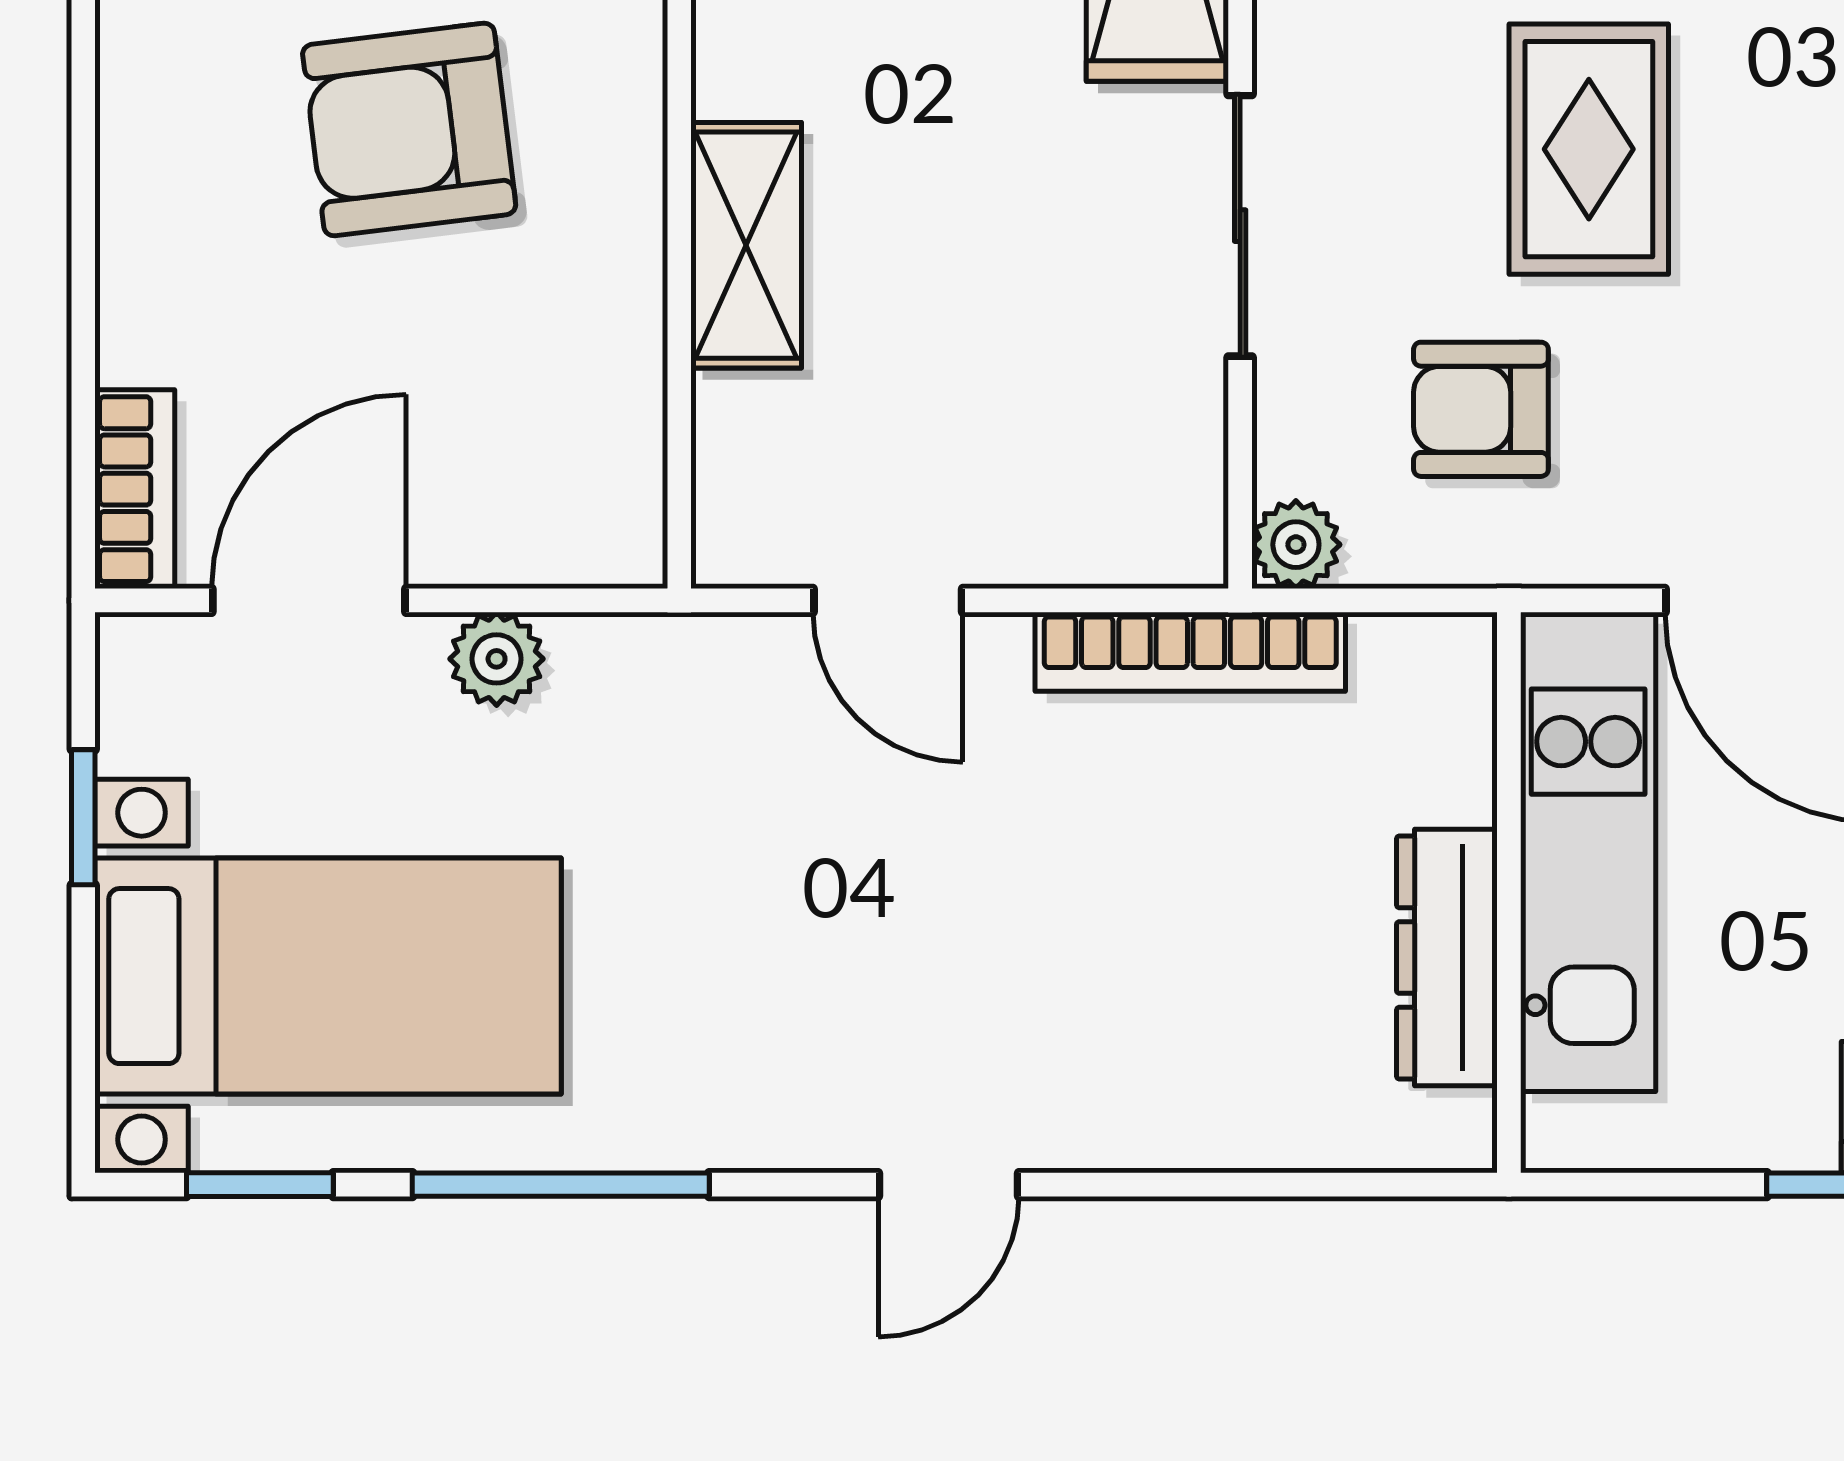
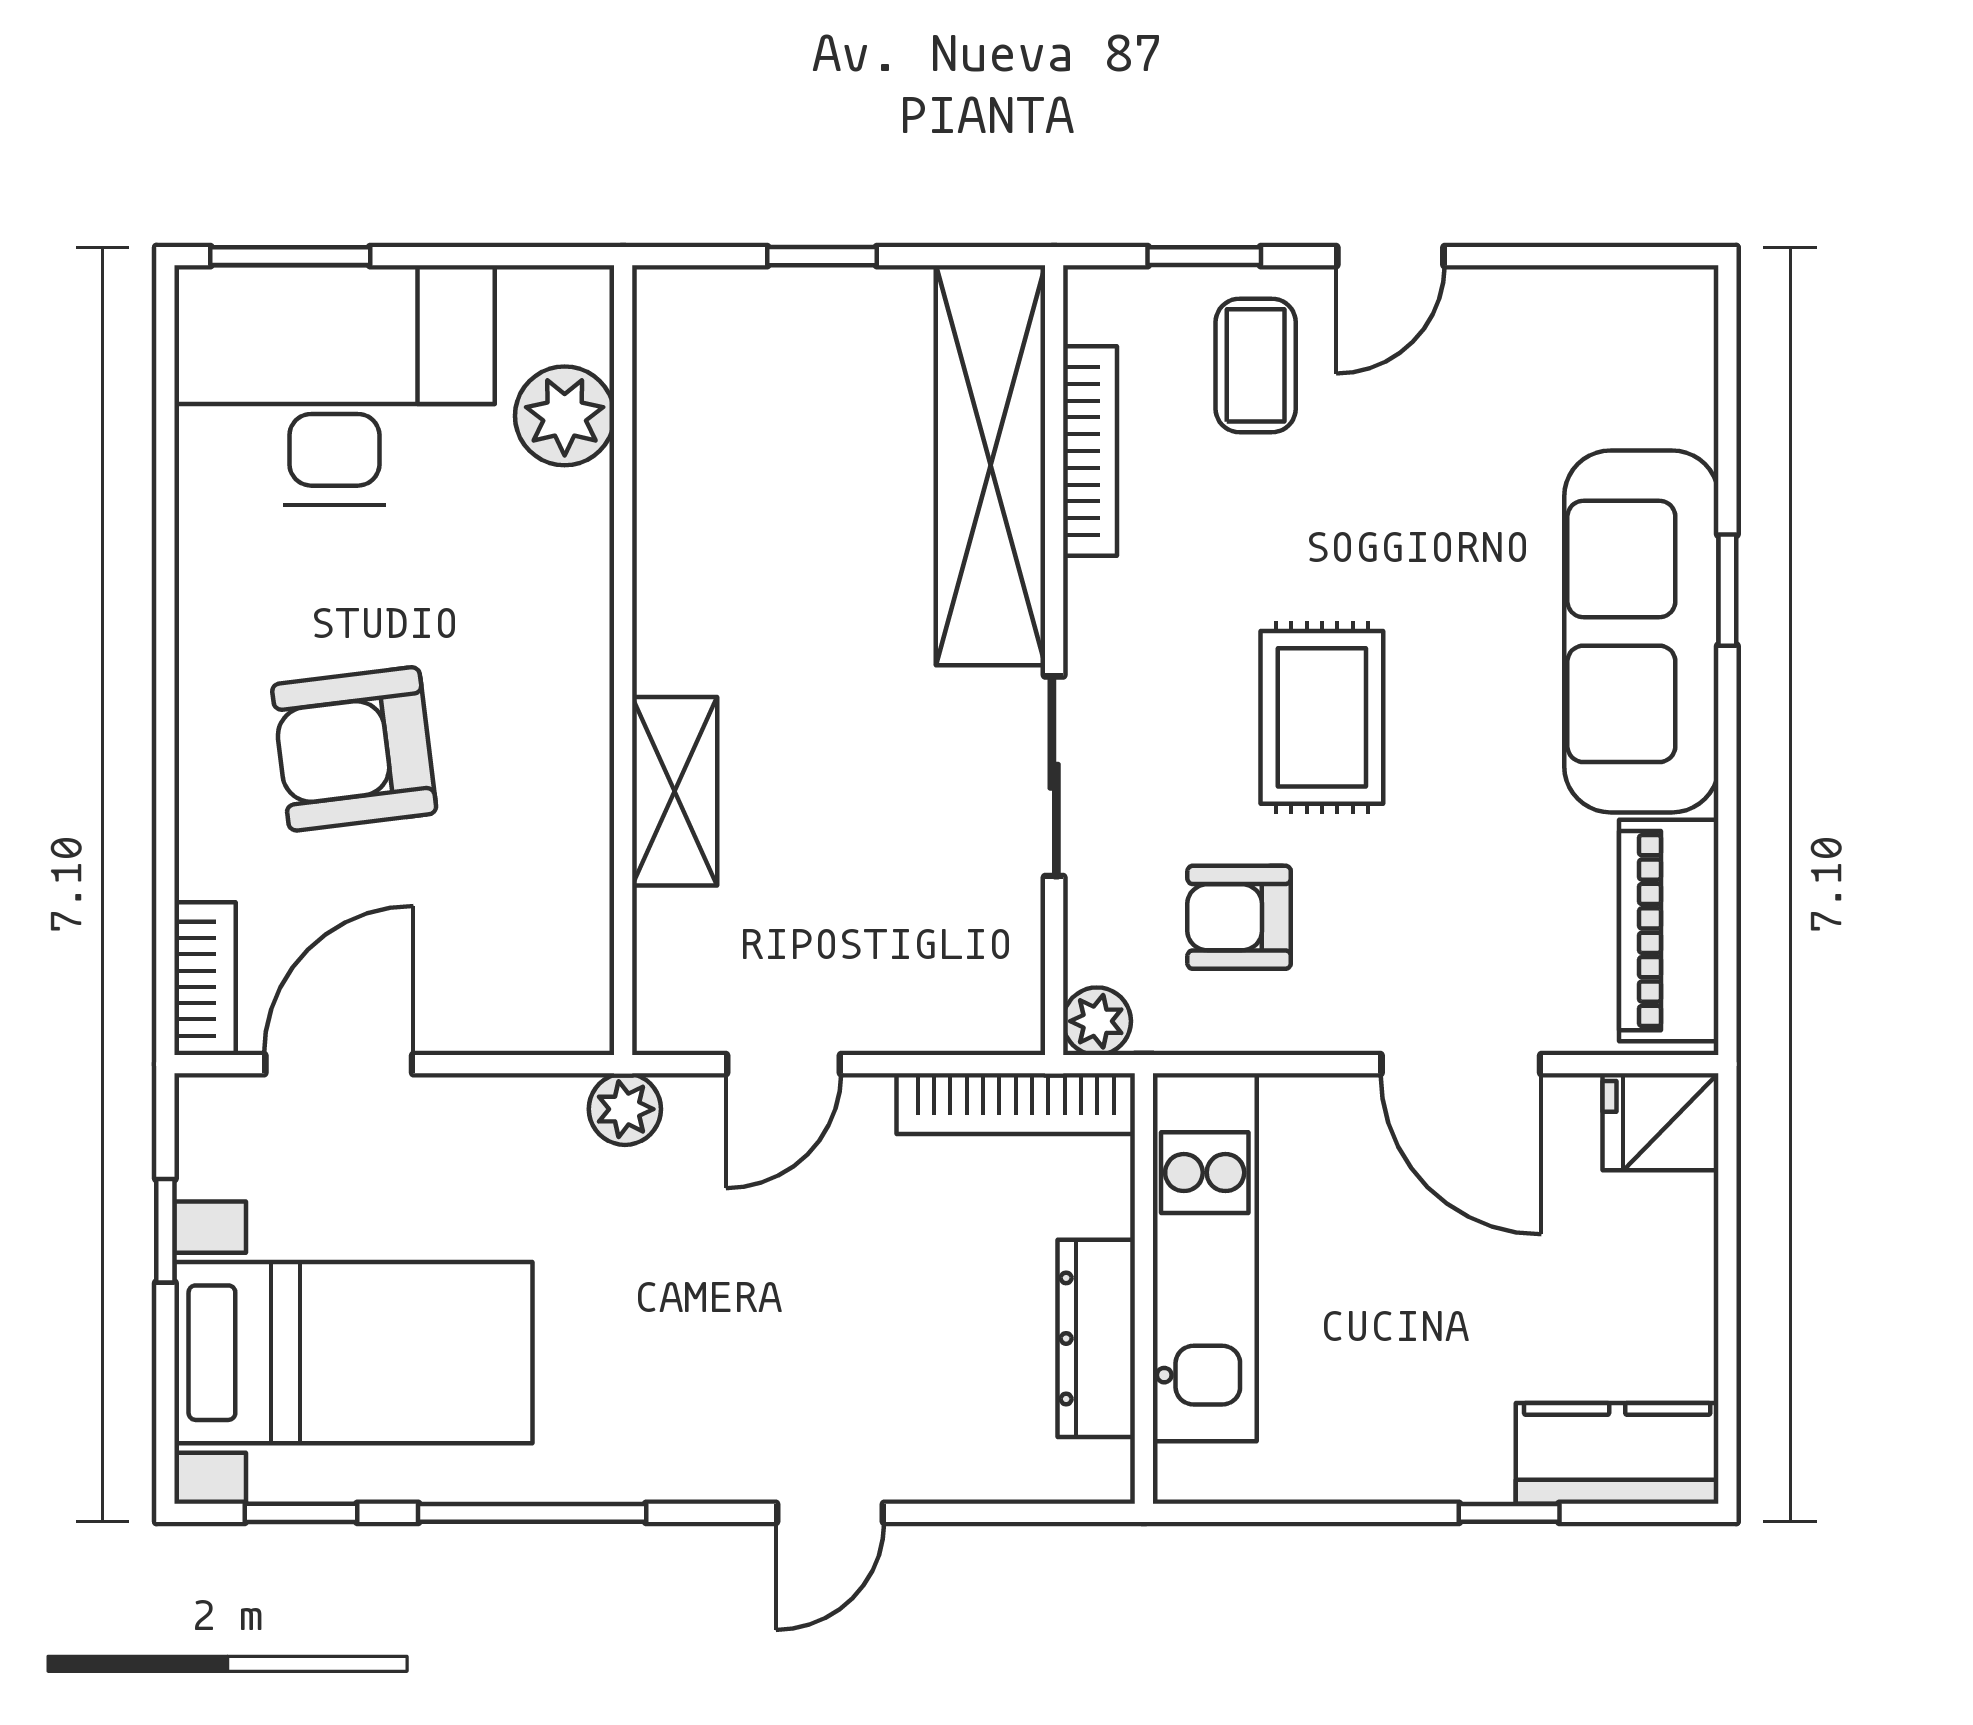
armchair: (409, 129) -> (354, 749), moved
door: (888, 600) -> (783, 1064), hinge flipped
plant: (497, 659) -> (625, 1109), moved
kitchen unit: (1588, 852) -> (1205, 1257), moved
wall: (1509, 893) -> (1144, 1289), moved
dresser: (1447, 957) -> (1096, 1338), moved

